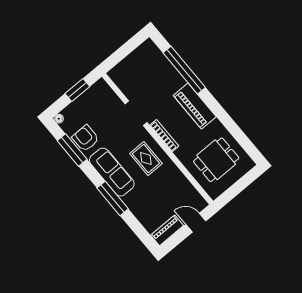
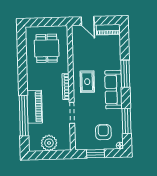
plant: (135, 63) -> (49, 143), added
piano: (195, 106) -> (35, 107), moved
armchair: (85, 138) -> (103, 132), moved, turned 180
dining table: (216, 160) -> (47, 48), turned 90

